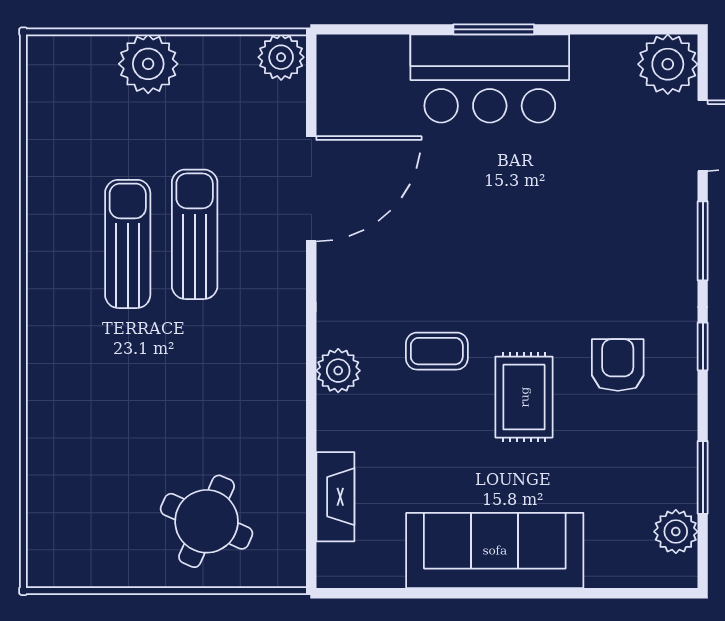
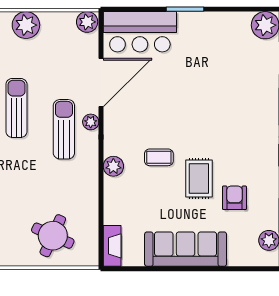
bar counter: (490, 78) -> (140, 32), moved
sun lounger: (195, 234) -> (64, 129), moved
plant: (289, 274) -> (91, 122), added
armchair: (618, 365) -> (234, 198), moved
fireplace: (335, 497) -> (112, 246), moved

